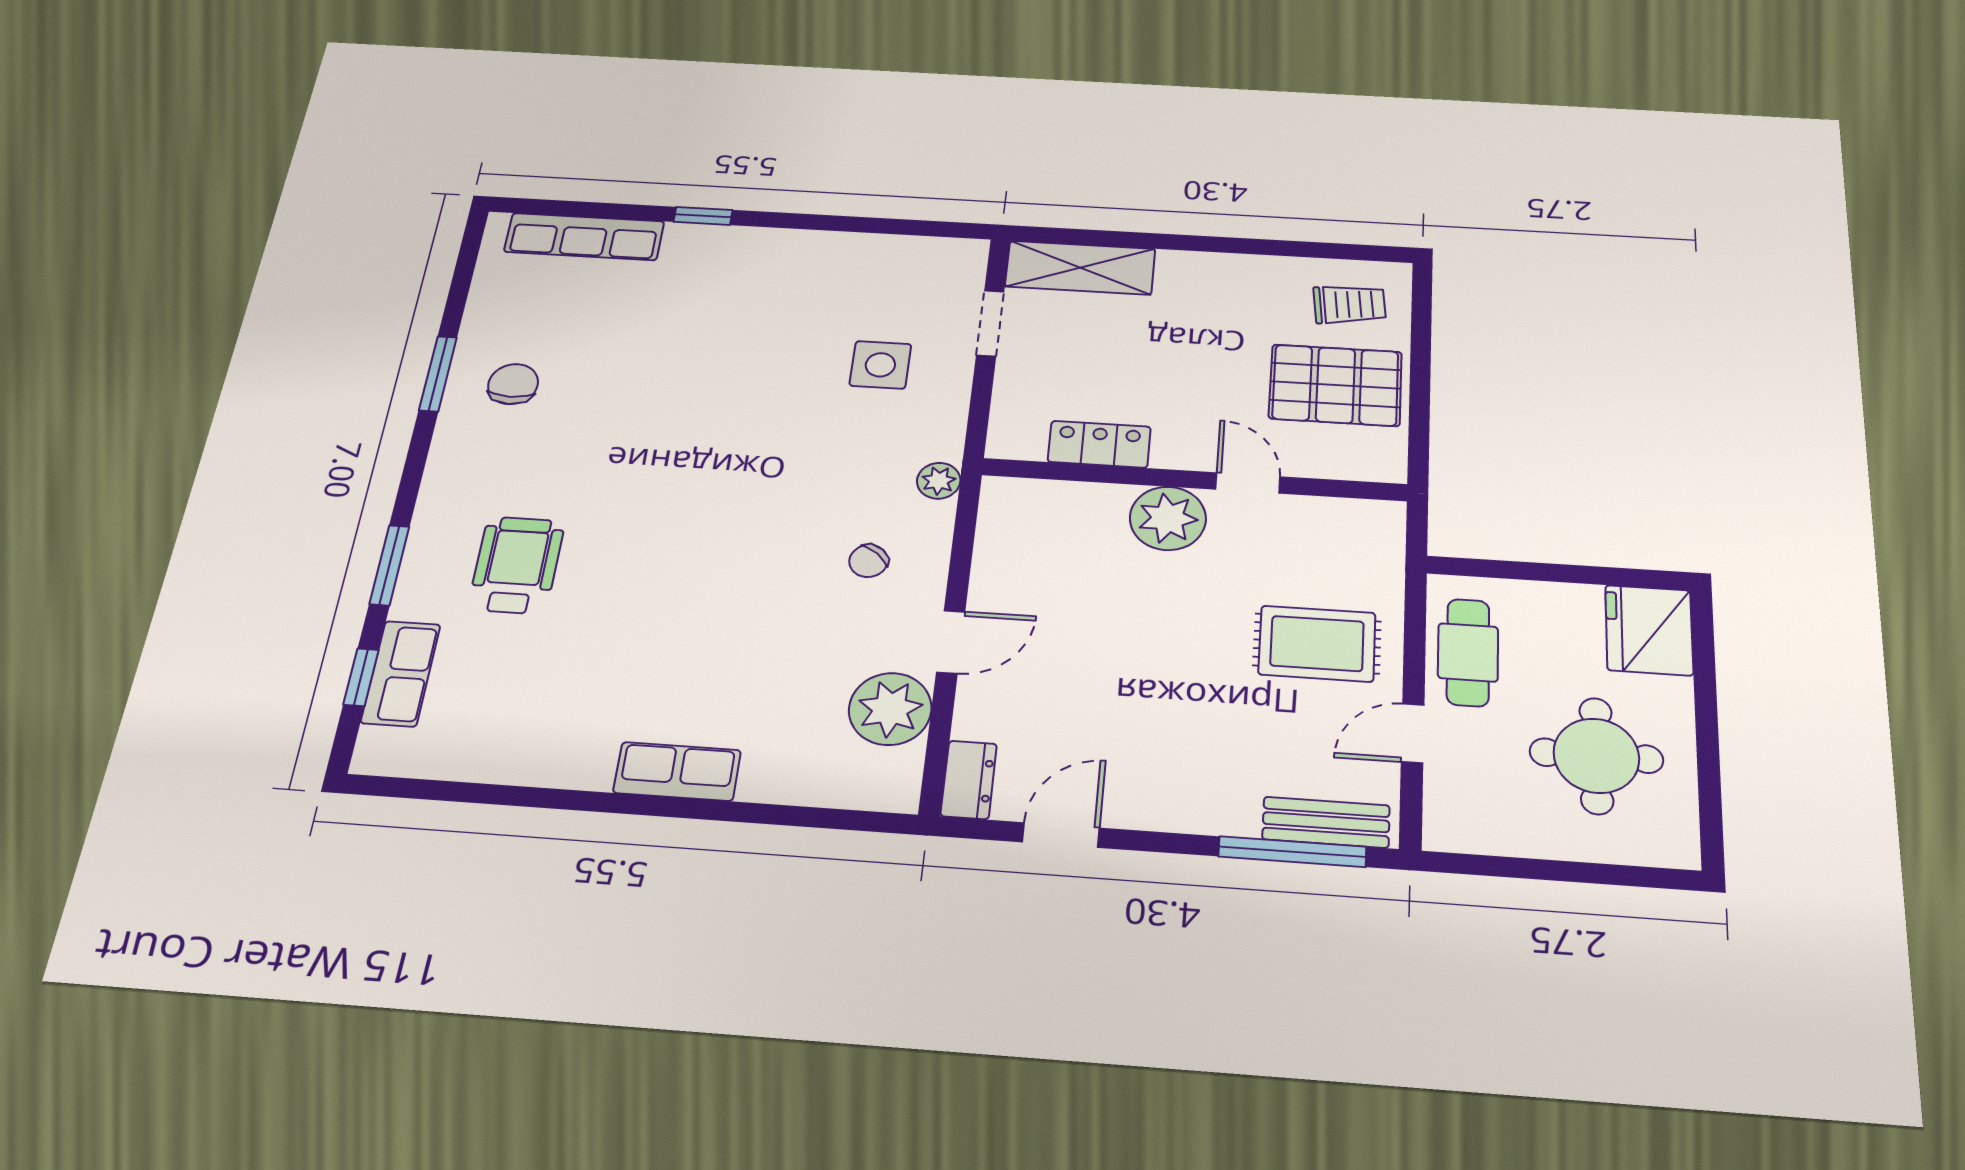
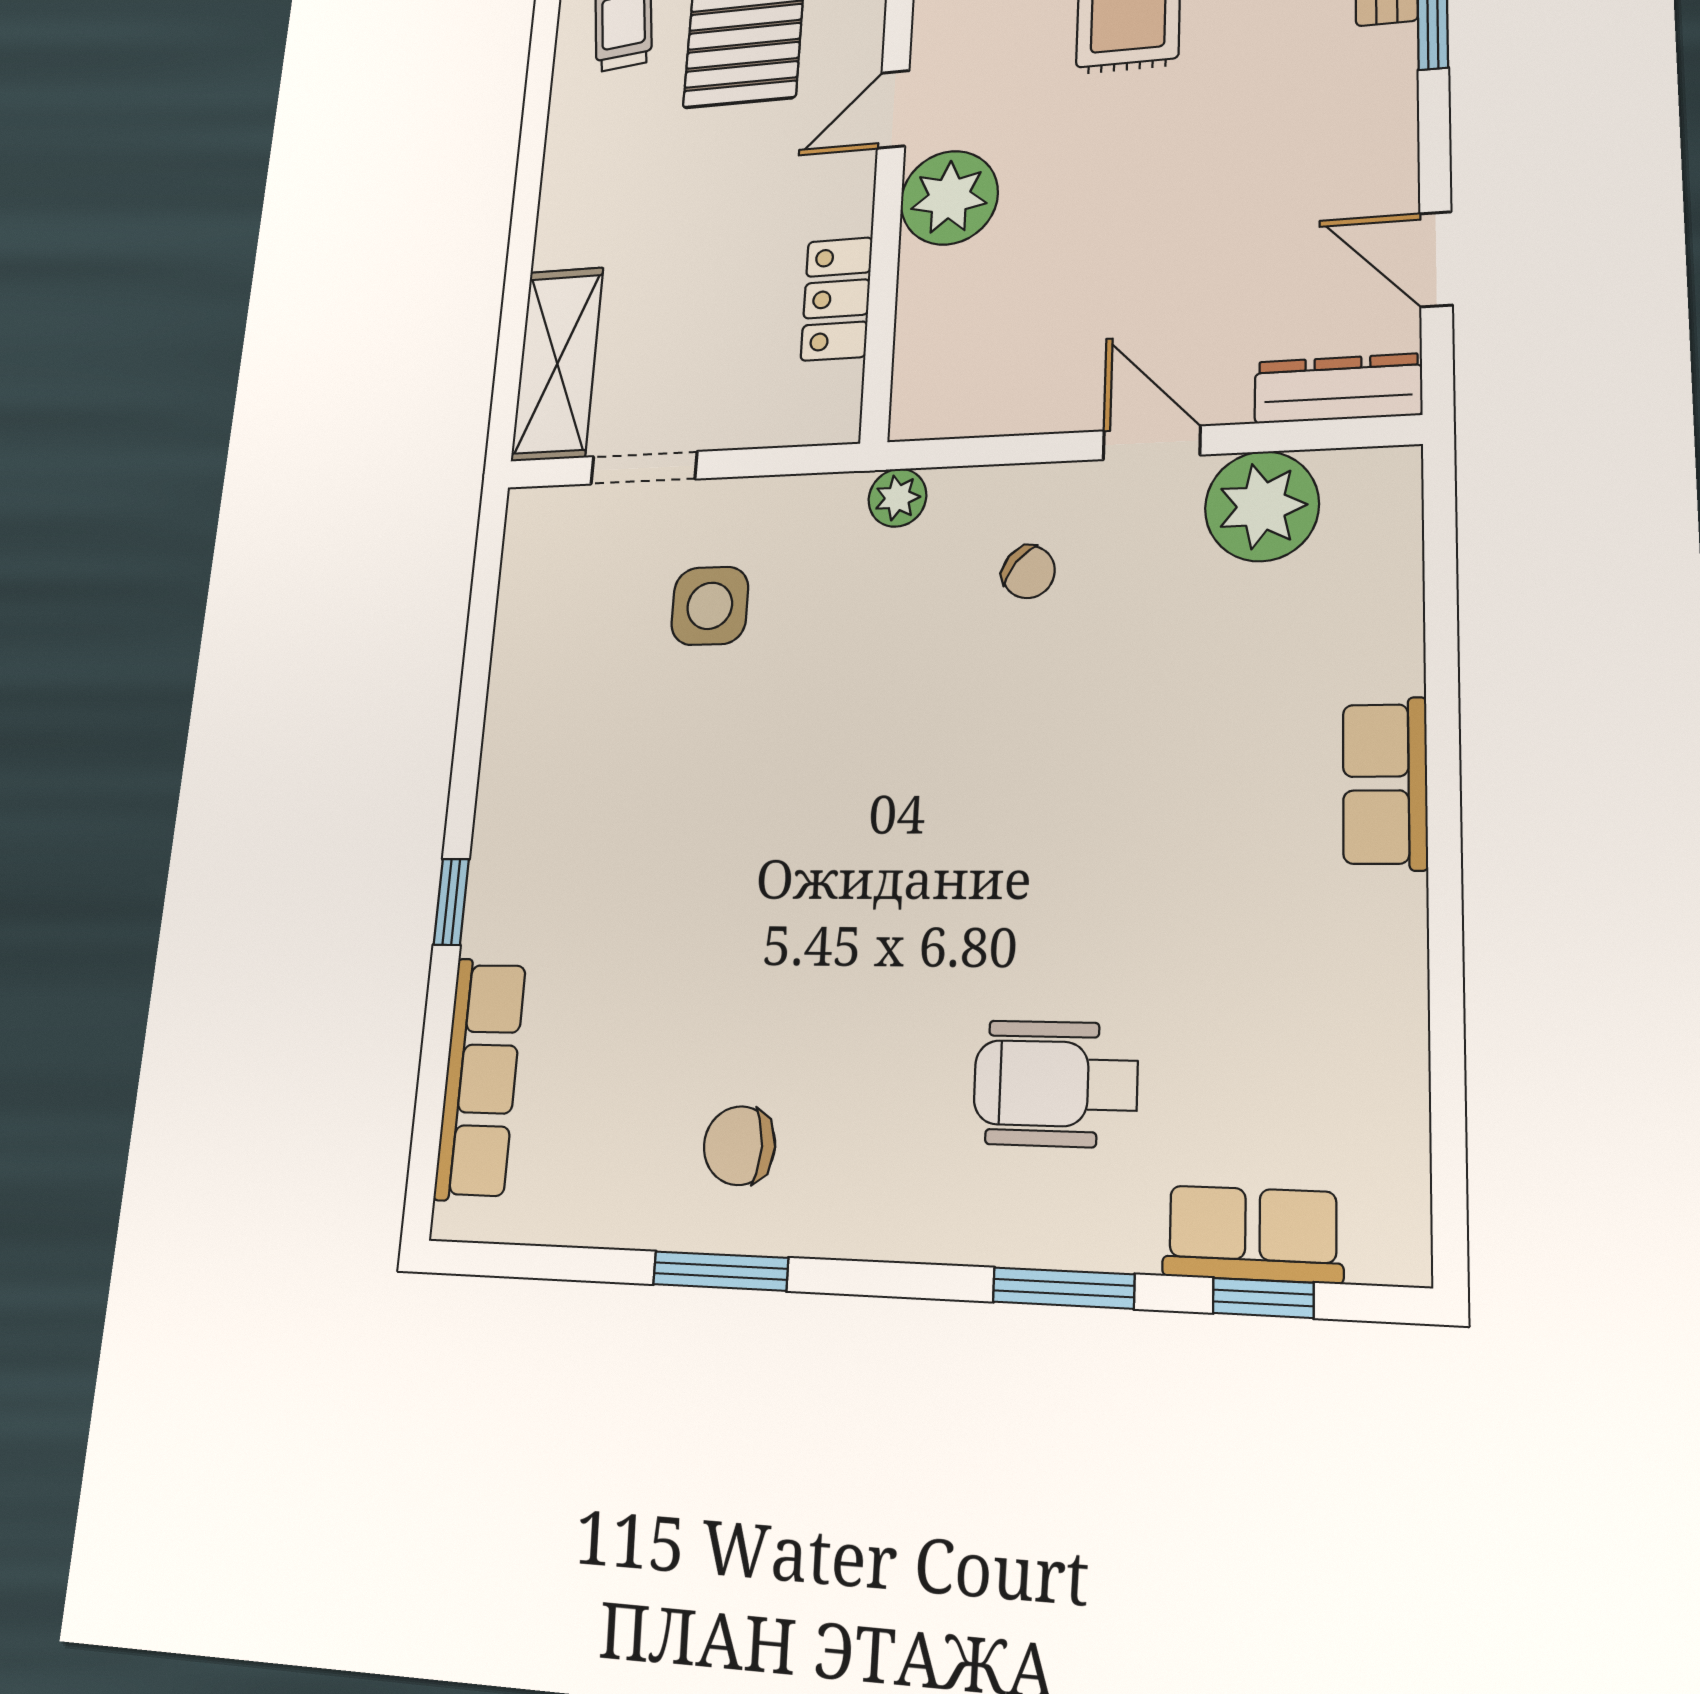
dresser: (969, 780) -> (1338, 388), width x1.44

